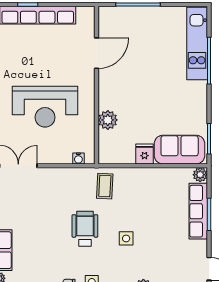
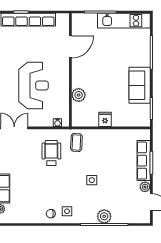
kitchen unit: (197, 44) -> (124, 21), moved, turned -90
reception desk: (45, 107) -> (33, 85), turned -90
sofa: (180, 150) -> (140, 85), moved, turned -90
plant: (200, 175) -> (145, 187), moved
wheelchair: (85, 229) -> (51, 153), moved

